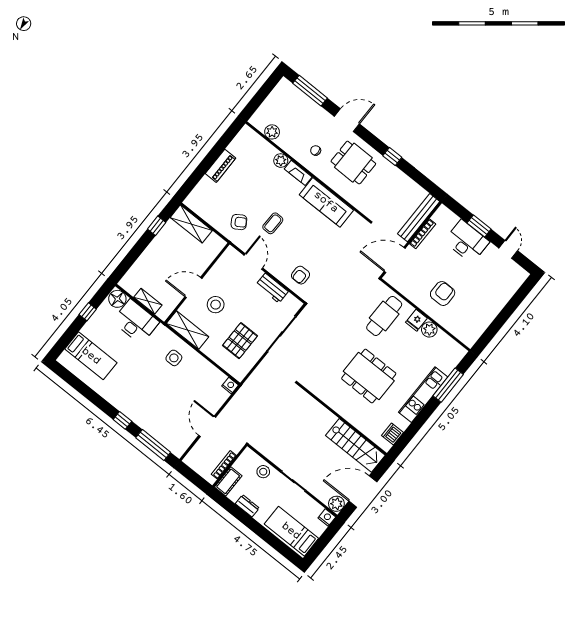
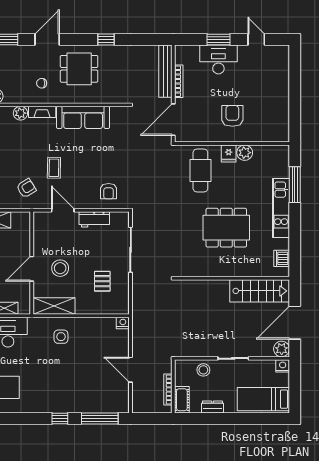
pallet: (240, 341) -> (102, 281), width x0.67, depth x0.71

